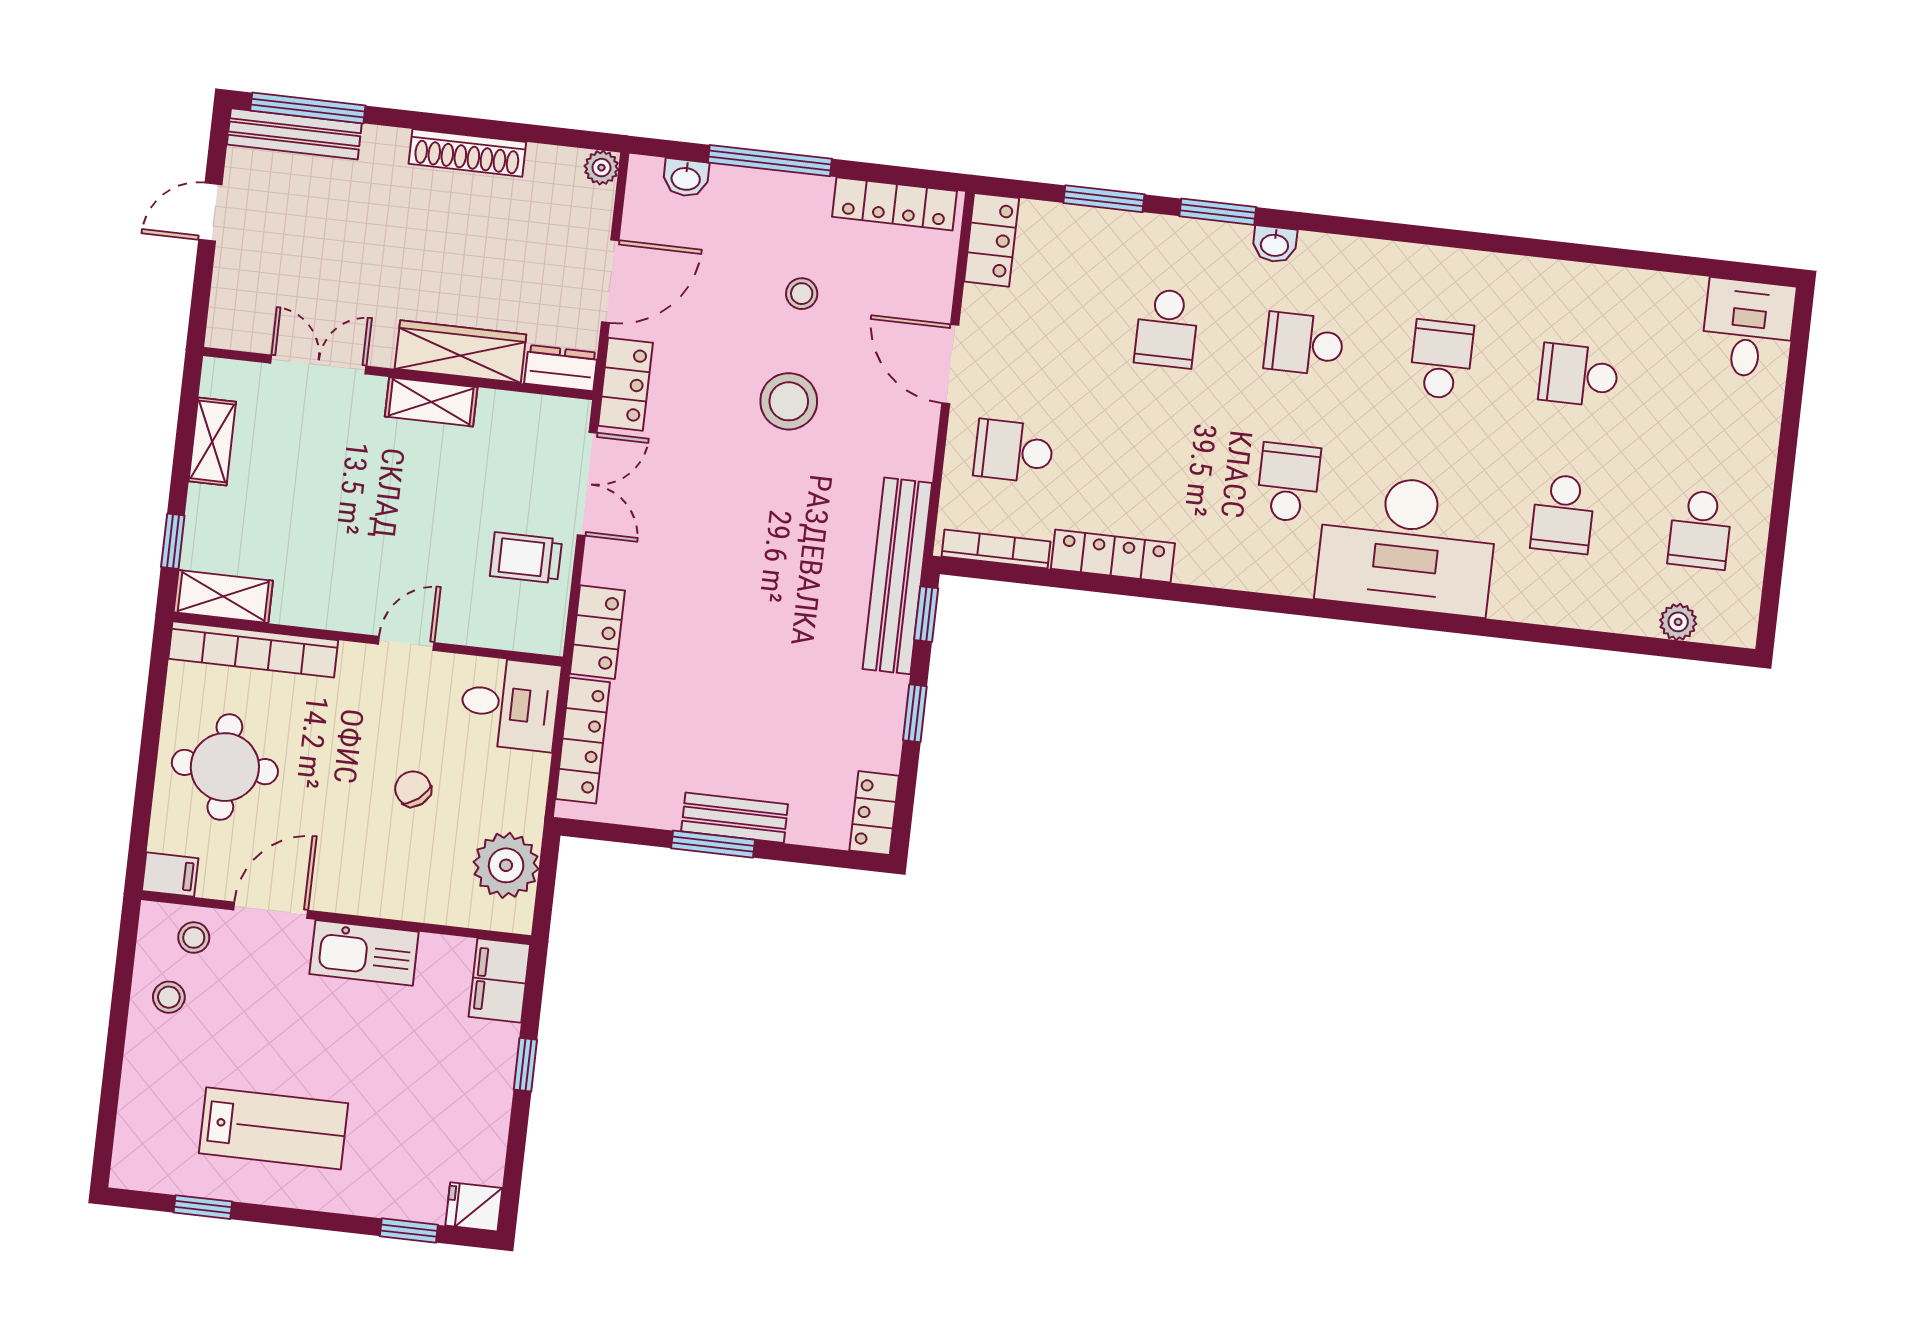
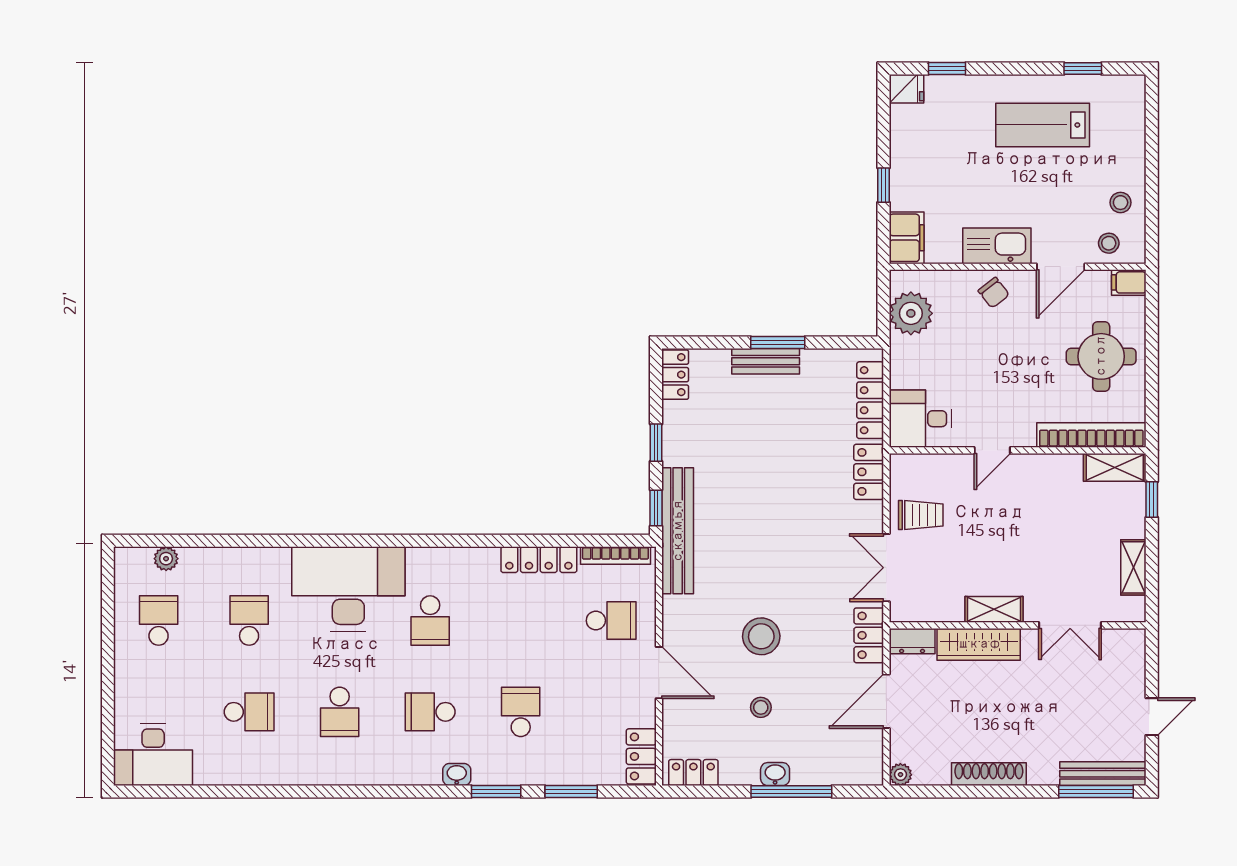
washbasin: (686, 178) -> (775, 774), moved
locker: (895, 204) -> (693, 773), width x0.66
desk: (1748, 329) -> (153, 755), width x1.37
school desk: (1304, 344) -> (430, 712), turned 180
chair: (413, 789) -> (994, 293), moved

